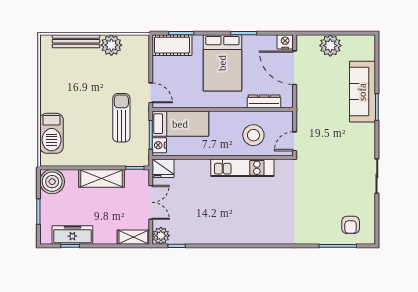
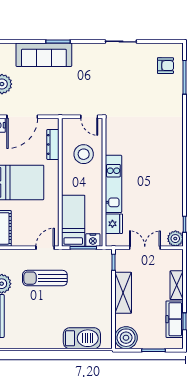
sun lounger: (121, 118) -> (45, 278), moved
fridge: (163, 168) -> (114, 224), moved
kitchen unit: (242, 168) -> (113, 184), moved
shelving: (133, 237) -> (177, 285), moved

